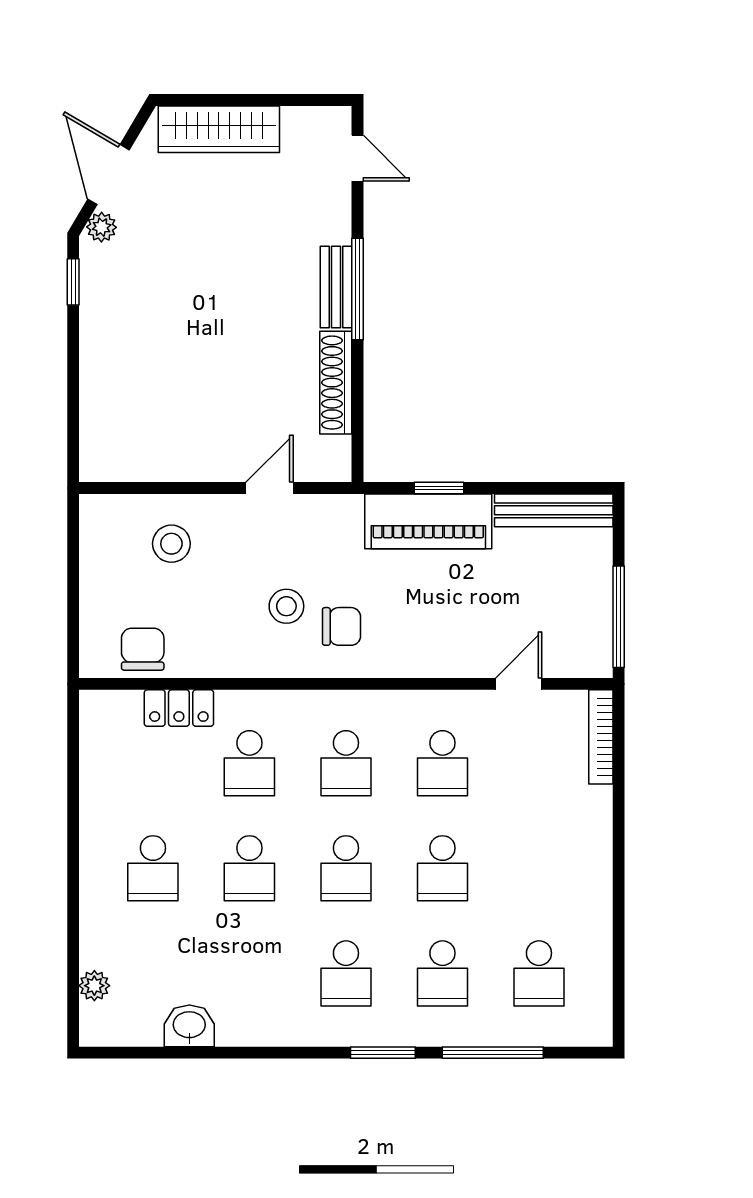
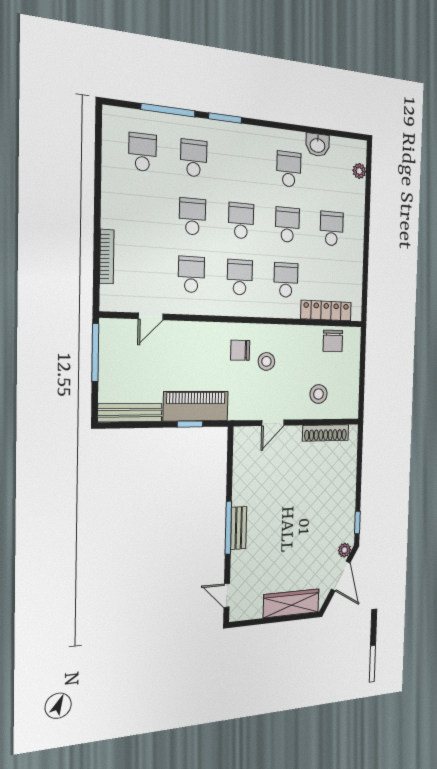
shoe rack: (336, 383) -> (326, 433), moved, turned 90
locker: (179, 708) -> (326, 311), width x1.53
bookcase: (601, 737) -> (107, 257), moved
school desk: (346, 973) -> (289, 169), moved

